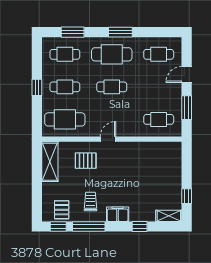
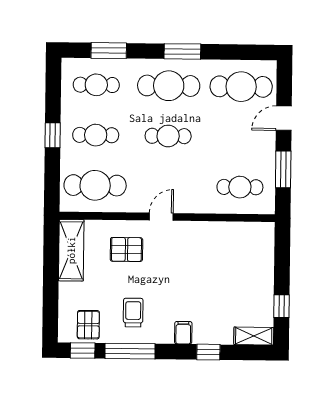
cafe table: (159, 54) -> (241, 87), width x1.37, depth x1.35
filing cabinet: (118, 214) -> (183, 333), width x0.50

